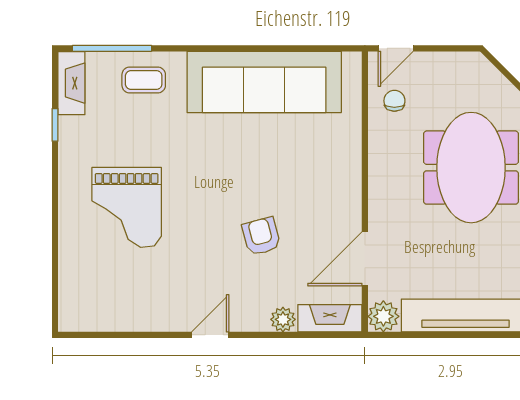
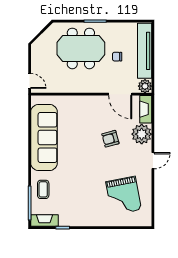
chair: (394, 101) -> (117, 57), moved
grand piano: (127, 207) -> (124, 196), moved, turned 79
plant: (283, 319) -> (142, 134), width x1.88, depth x1.88
door: (210, 335) -> (153, 161), swing flipped

